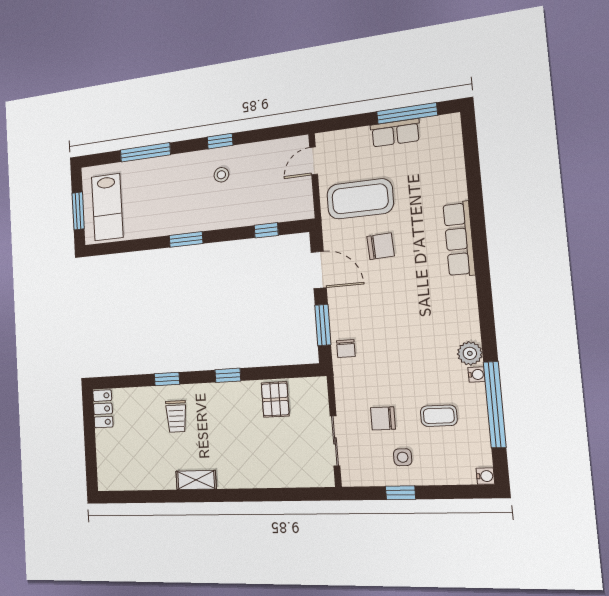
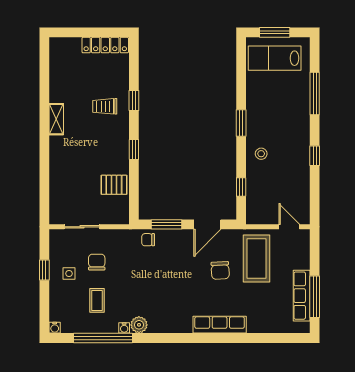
row of seats: (395, 133) -> (302, 296), width x1.48
stool: (221, 175) -> (261, 154), moved
locker: (103, 409) -> (105, 45), width x1.53

